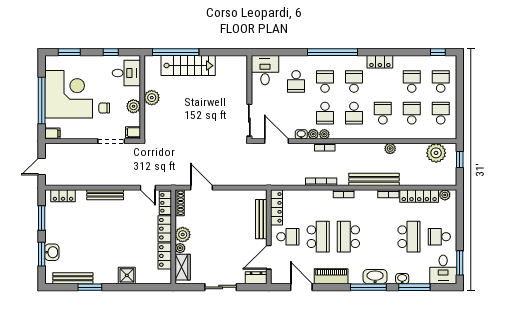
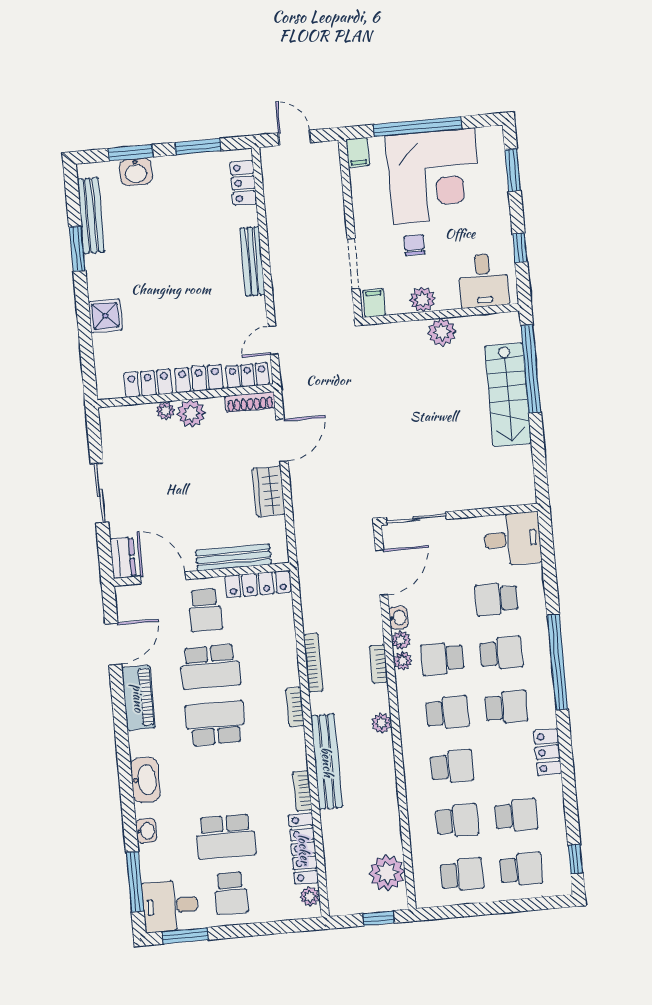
school desk: (354, 113) -> (447, 713), turned 180
plant: (390, 149) -> (381, 723), moved
school desk: (439, 237) -> (231, 893), turned 180
wardrobe: (183, 267) -> (269, 491), moved, turned 90
window: (368, 287) -> (125, 769), removed
window: (414, 287) -> (135, 882), moved

